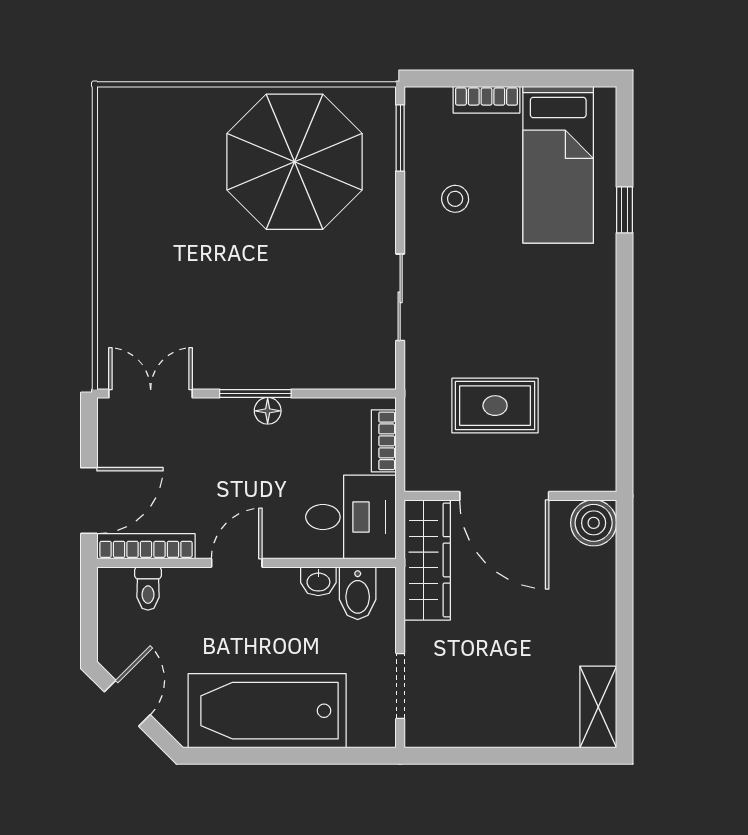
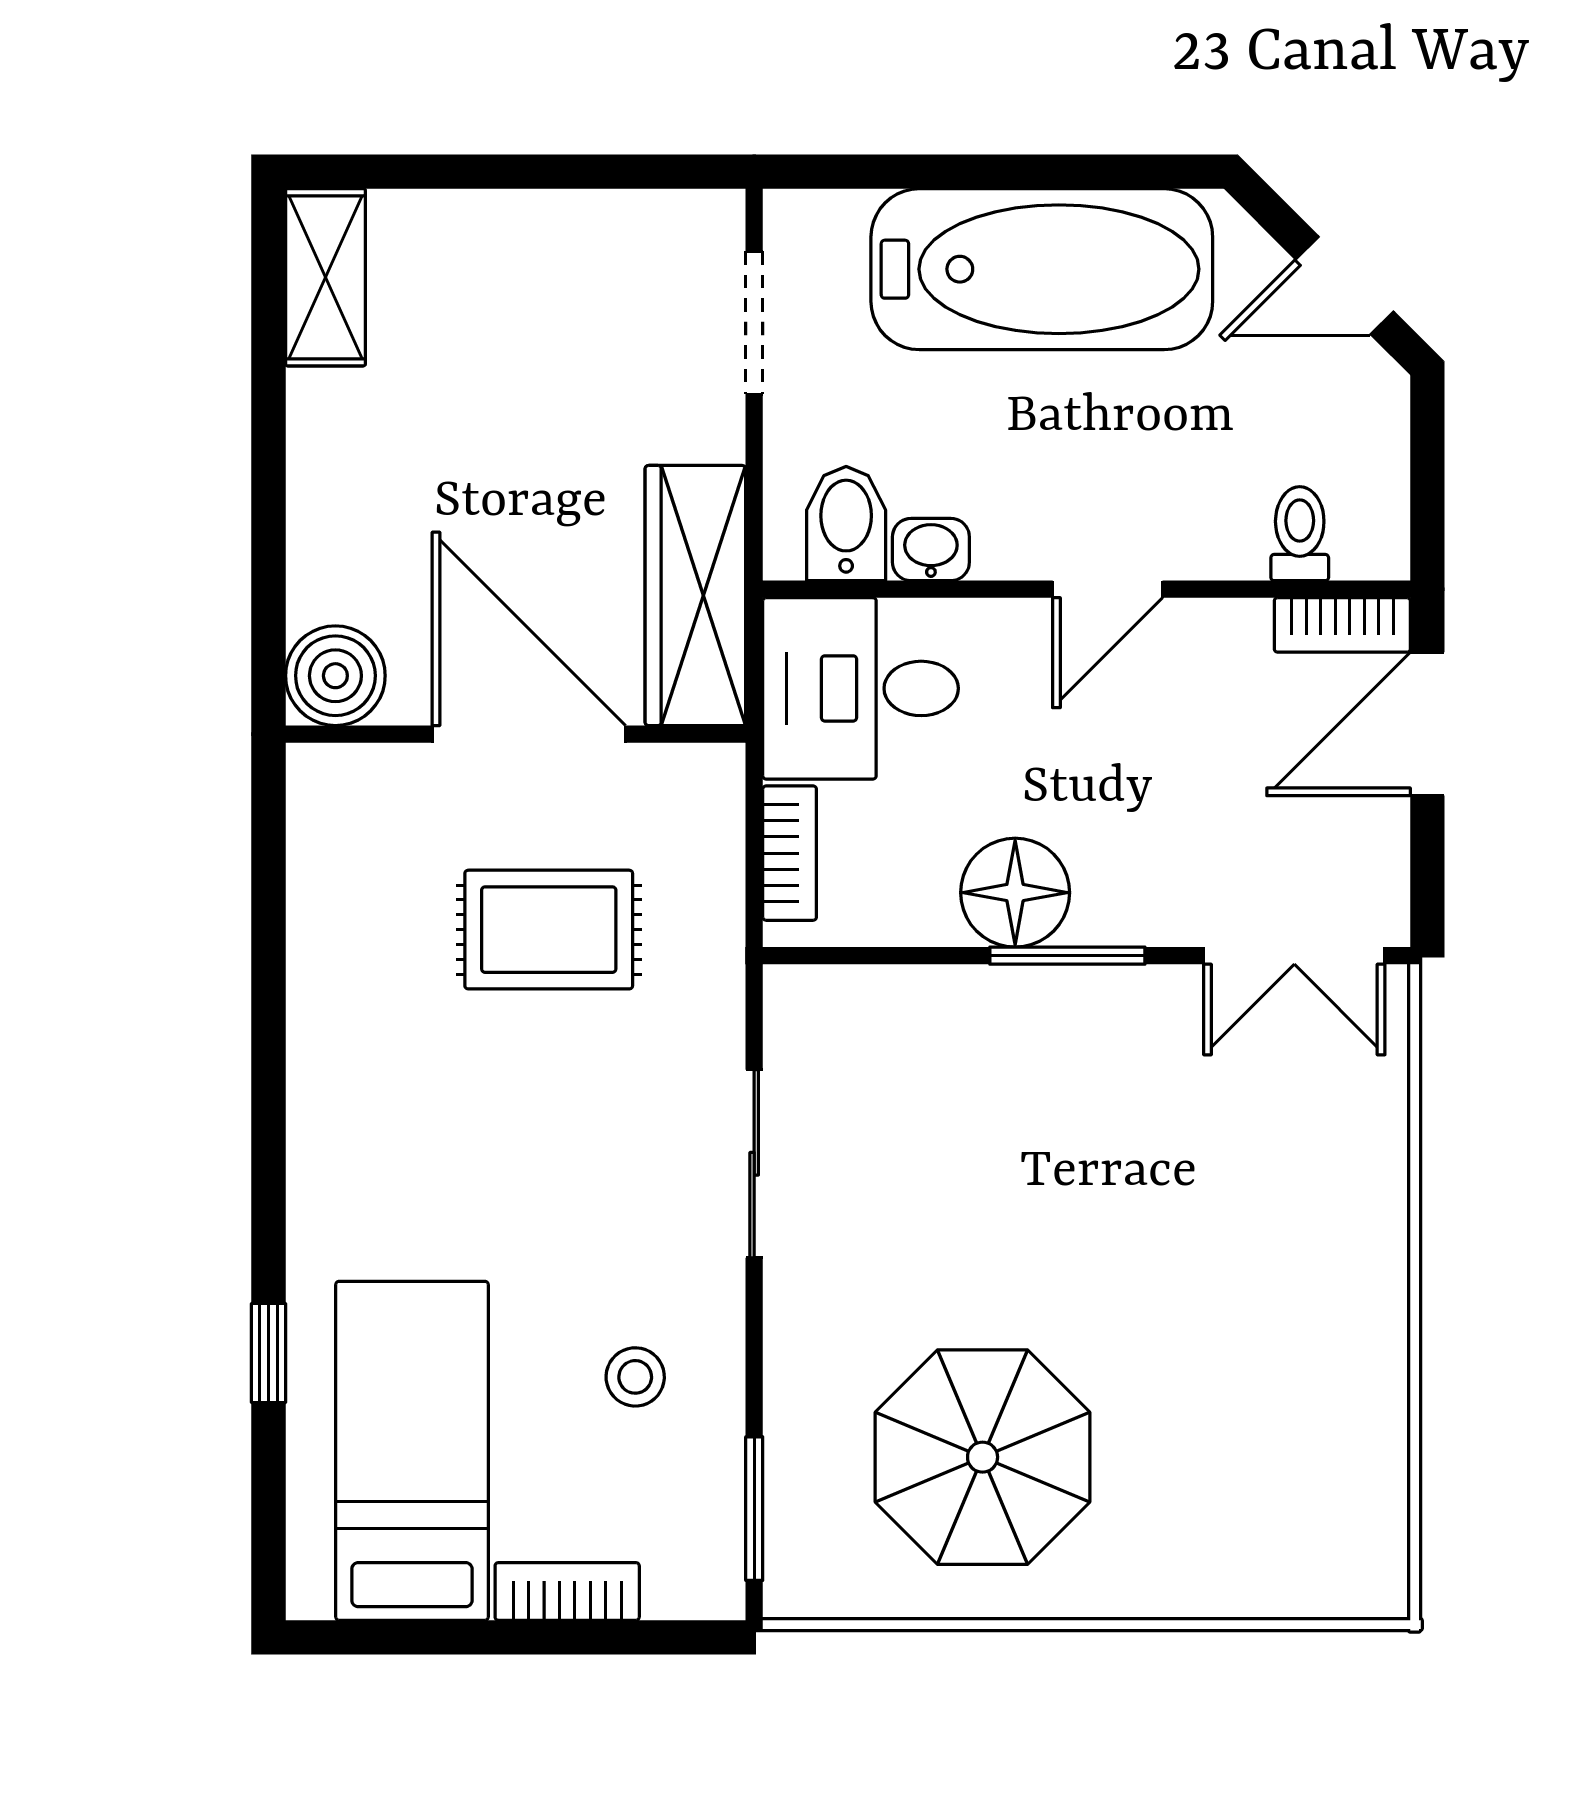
parasol: (295, 162) -> (983, 1457), width x0.73, depth x0.73
floor lamp: (268, 411) -> (1015, 893), width x1.89, depth x1.89
bookcase: (146, 546) -> (1342, 625), width x0.64
door: (127, 703) -> (1345, 285), hinge flipped

